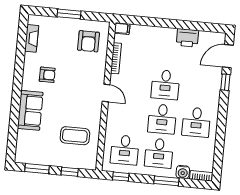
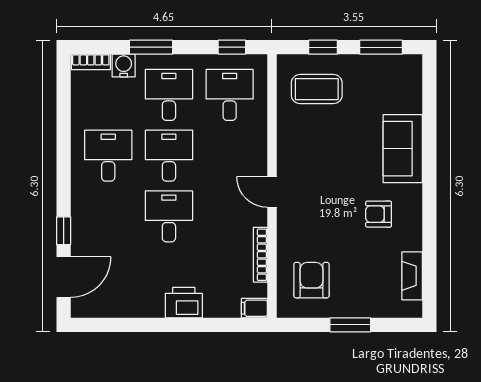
printer: (187, 38) -> (184, 303), moved
coffee table: (75, 136) -> (317, 89), moved

